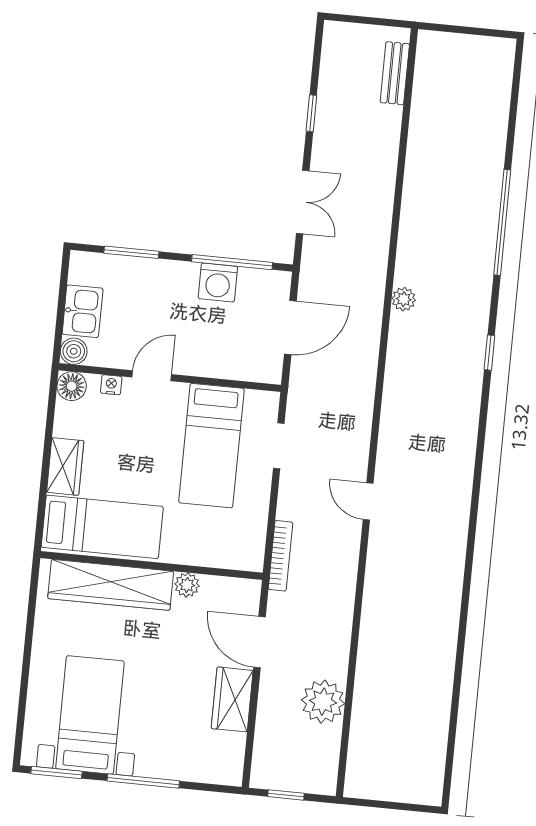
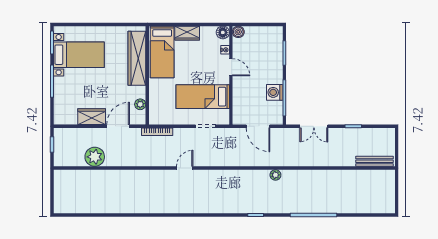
bench: (395, 73) -> (375, 161), width x1.36
kitchen sink: (83, 311) -> (256, 34), removed
plant: (187, 585) -> (140, 104), moved

